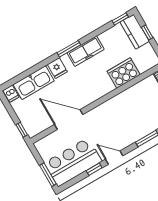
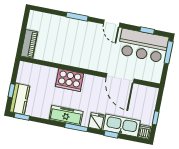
window: (36, 68) -> (111, 134), added
cooker: (124, 73) -> (69, 80), moved
window: (22, 130) -> (156, 118), moved
window: (94, 169) -> (147, 30), moved

